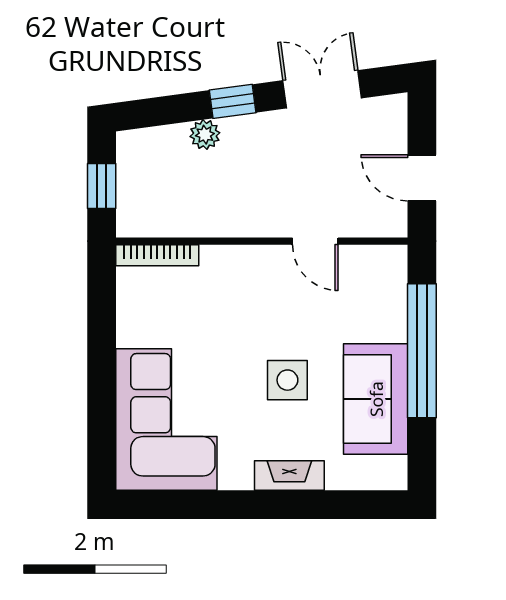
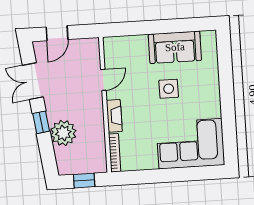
plant: (205, 135) -> (63, 133), width x1.87, depth x1.87
door: (422, 178) -> (57, 33), moved
window: (422, 351) -> (151, 27), removed
fireplace: (289, 475) -> (114, 116), moved, turned 180

